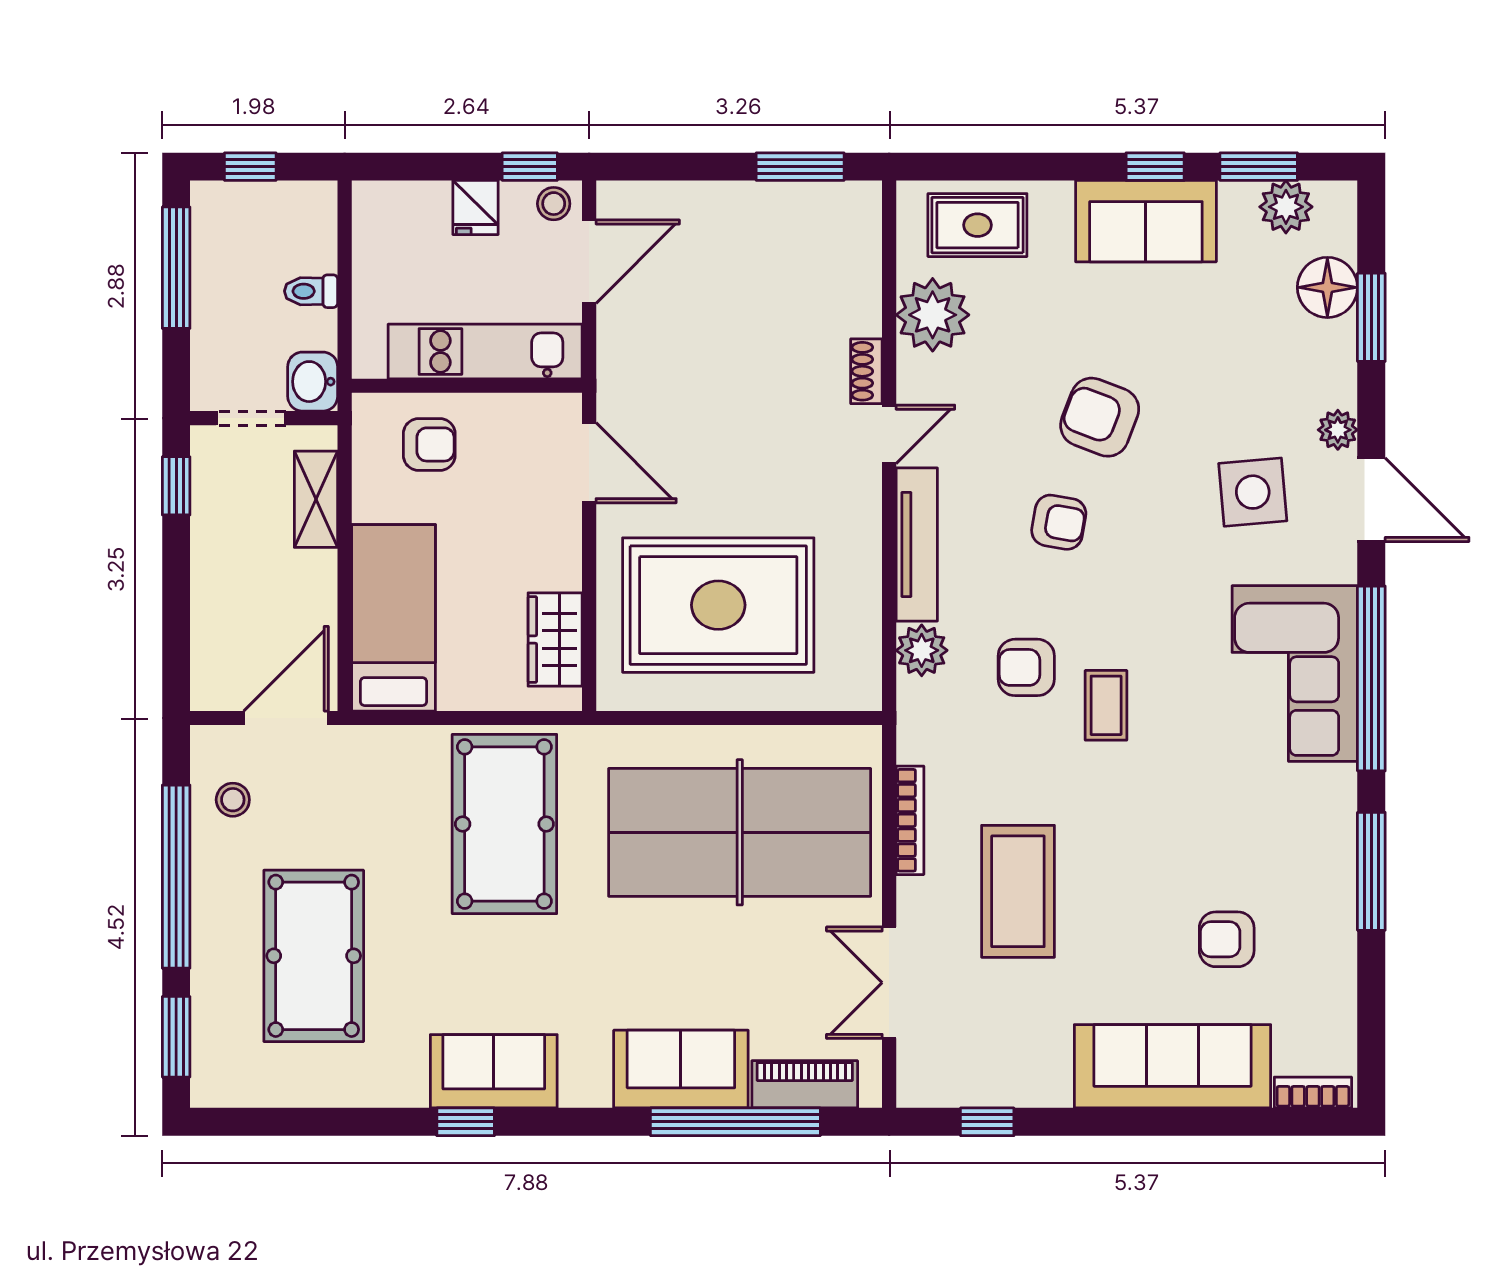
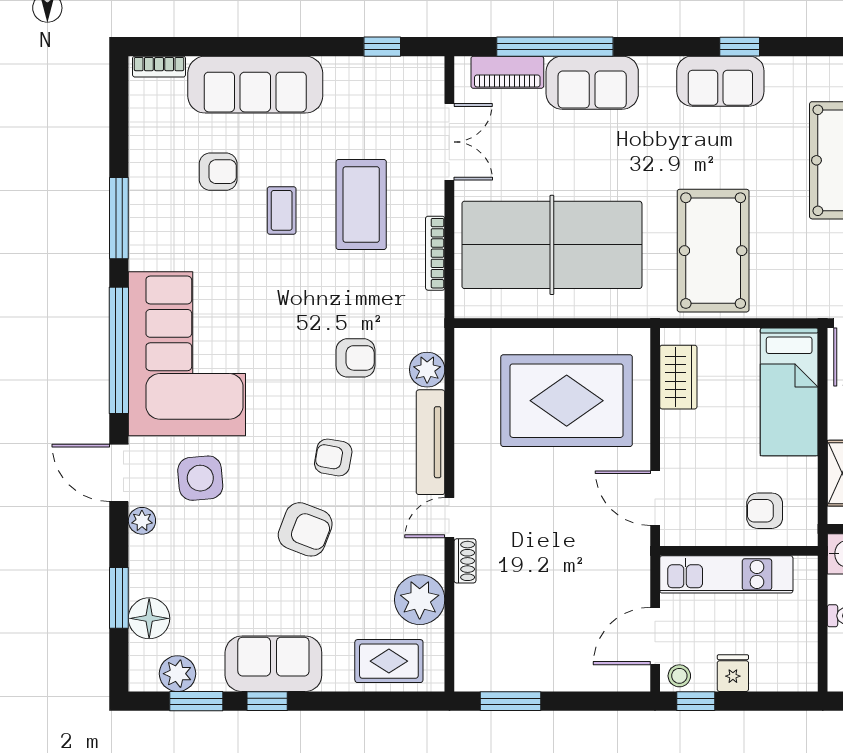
corner sofa: (1295, 674) -> (187, 354), width x1.36, depth x1.36
coffee table: (1106, 705) -> (282, 210), moved

